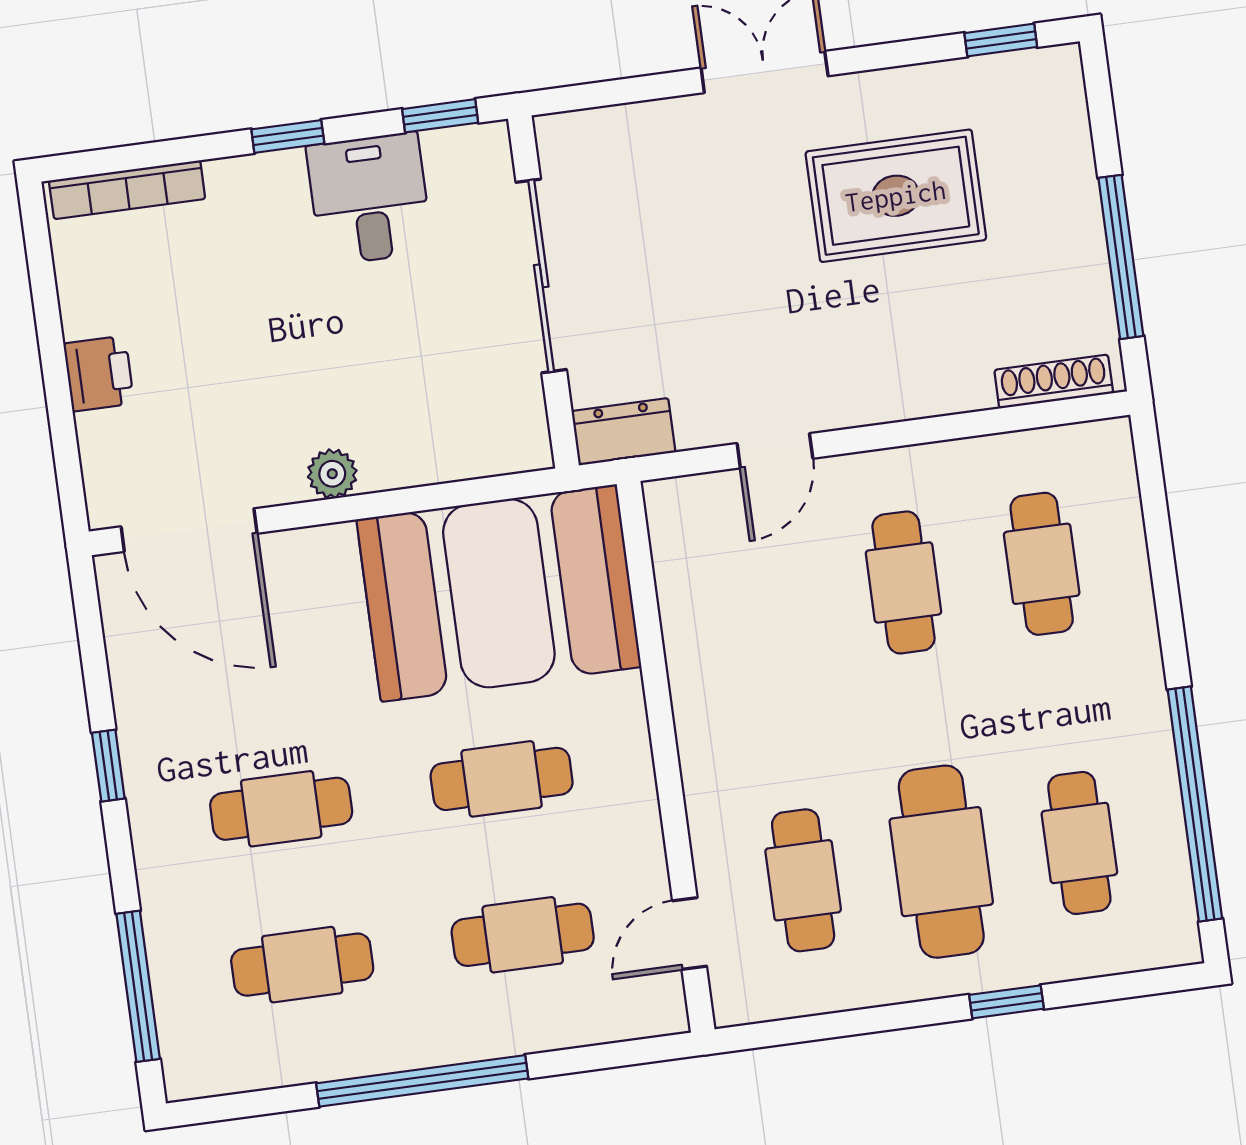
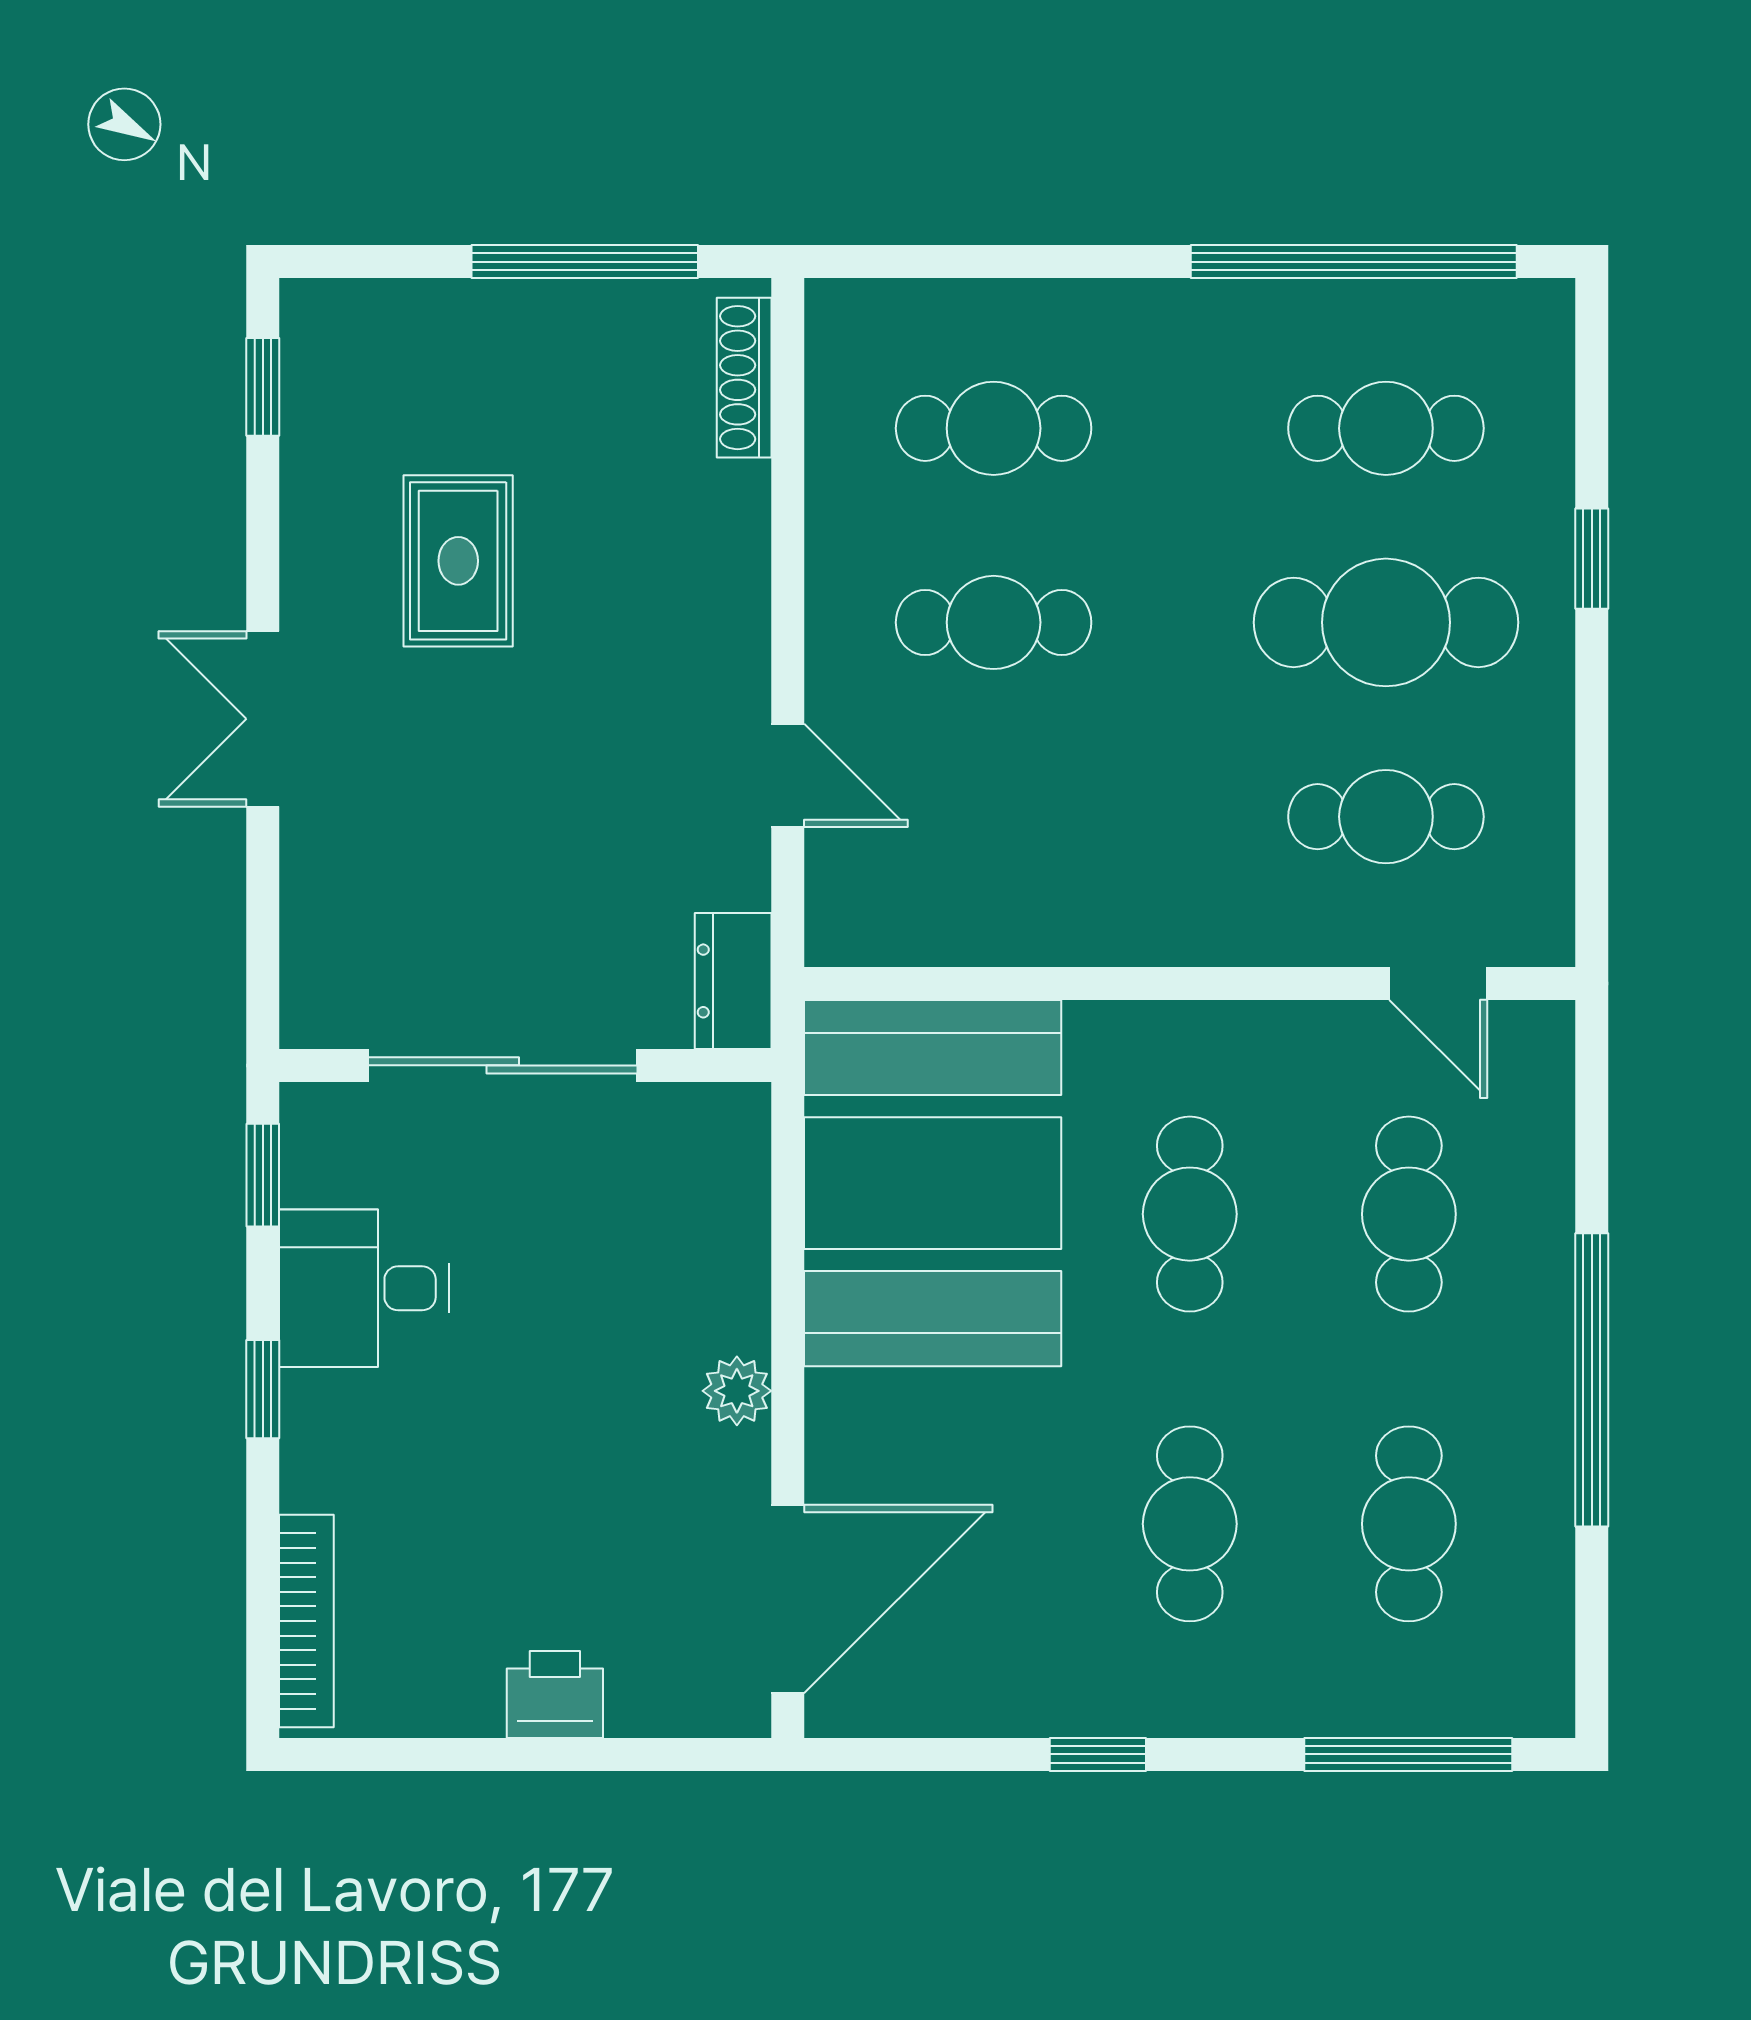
rug: (896, 196) -> (458, 561), width x0.73, depth x0.70

